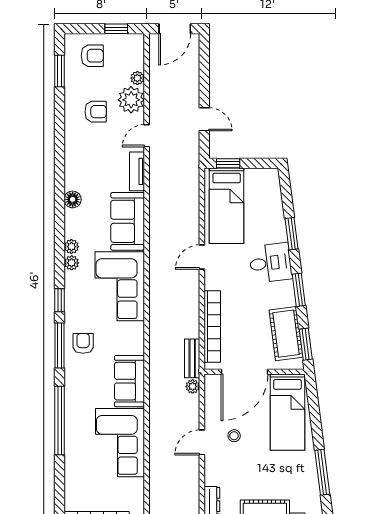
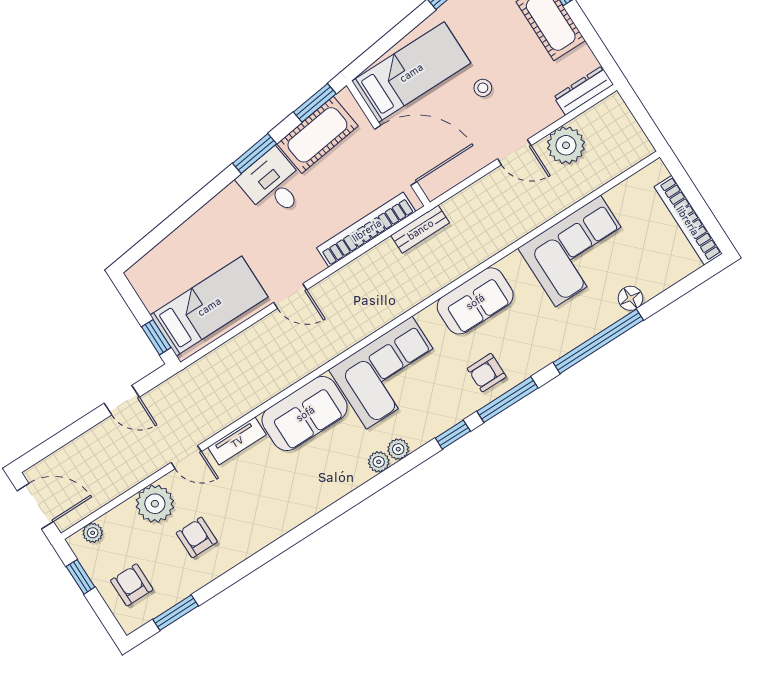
plant: (137, 78) -> (93, 533), moved
door: (204, 119) -> (122, 400), swing flipped
floor lamp: (73, 199) -> (630, 298), moved
window: (292, 234) -> (192, 206), removed
desk: (270, 263) -> (273, 184), moved
sofa: (129, 381) -> (475, 301), moved
plant: (193, 386) -> (566, 145), moved, width x1.87, depth x1.87
stool: (234, 436) -> (483, 88), moved

